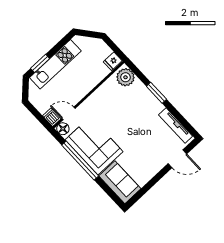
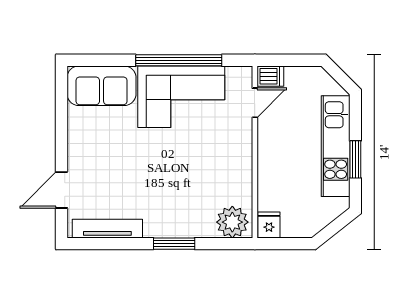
window: (40, 63) -> (355, 159), moved
floor lamp: (63, 129) -> (242, 77), removed

